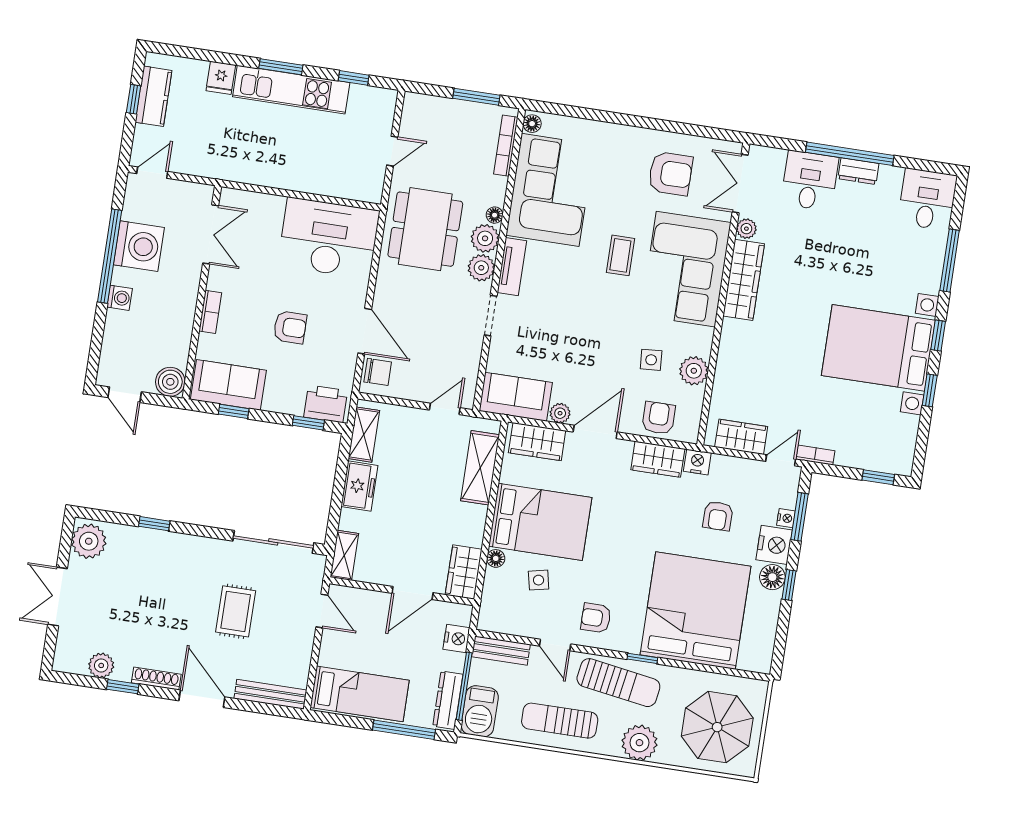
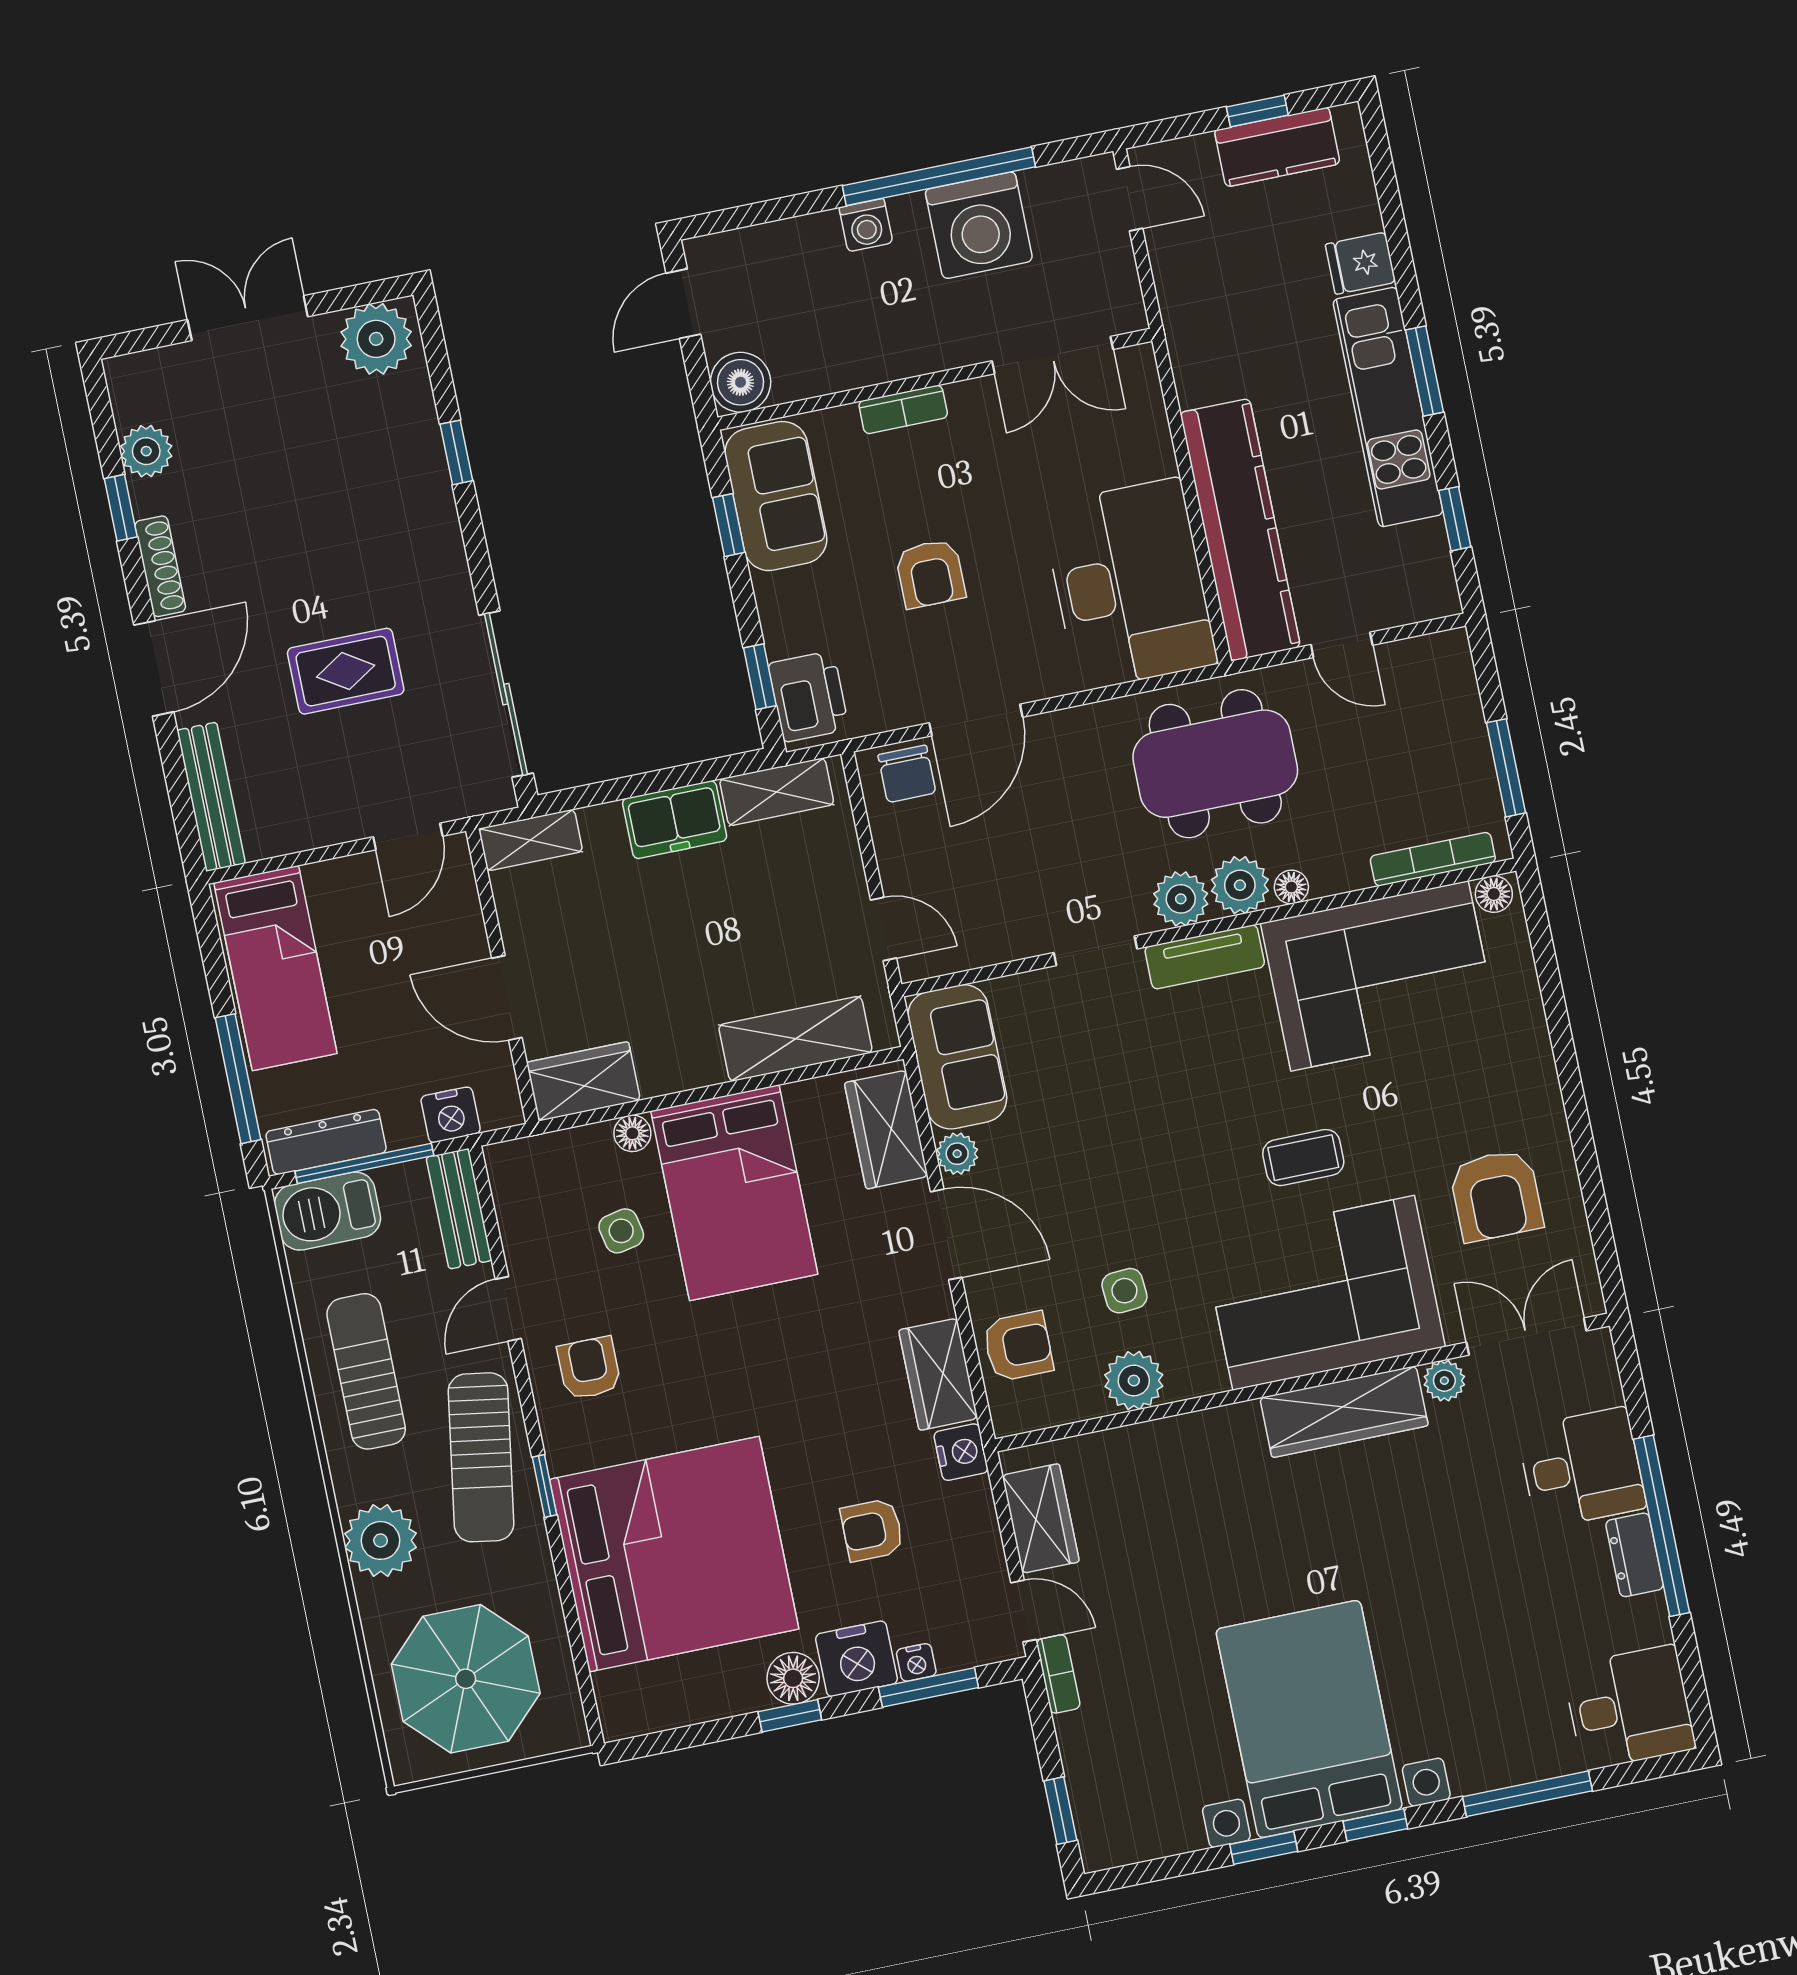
kitchen counter: (322, 178) -> (1240, 530), added

